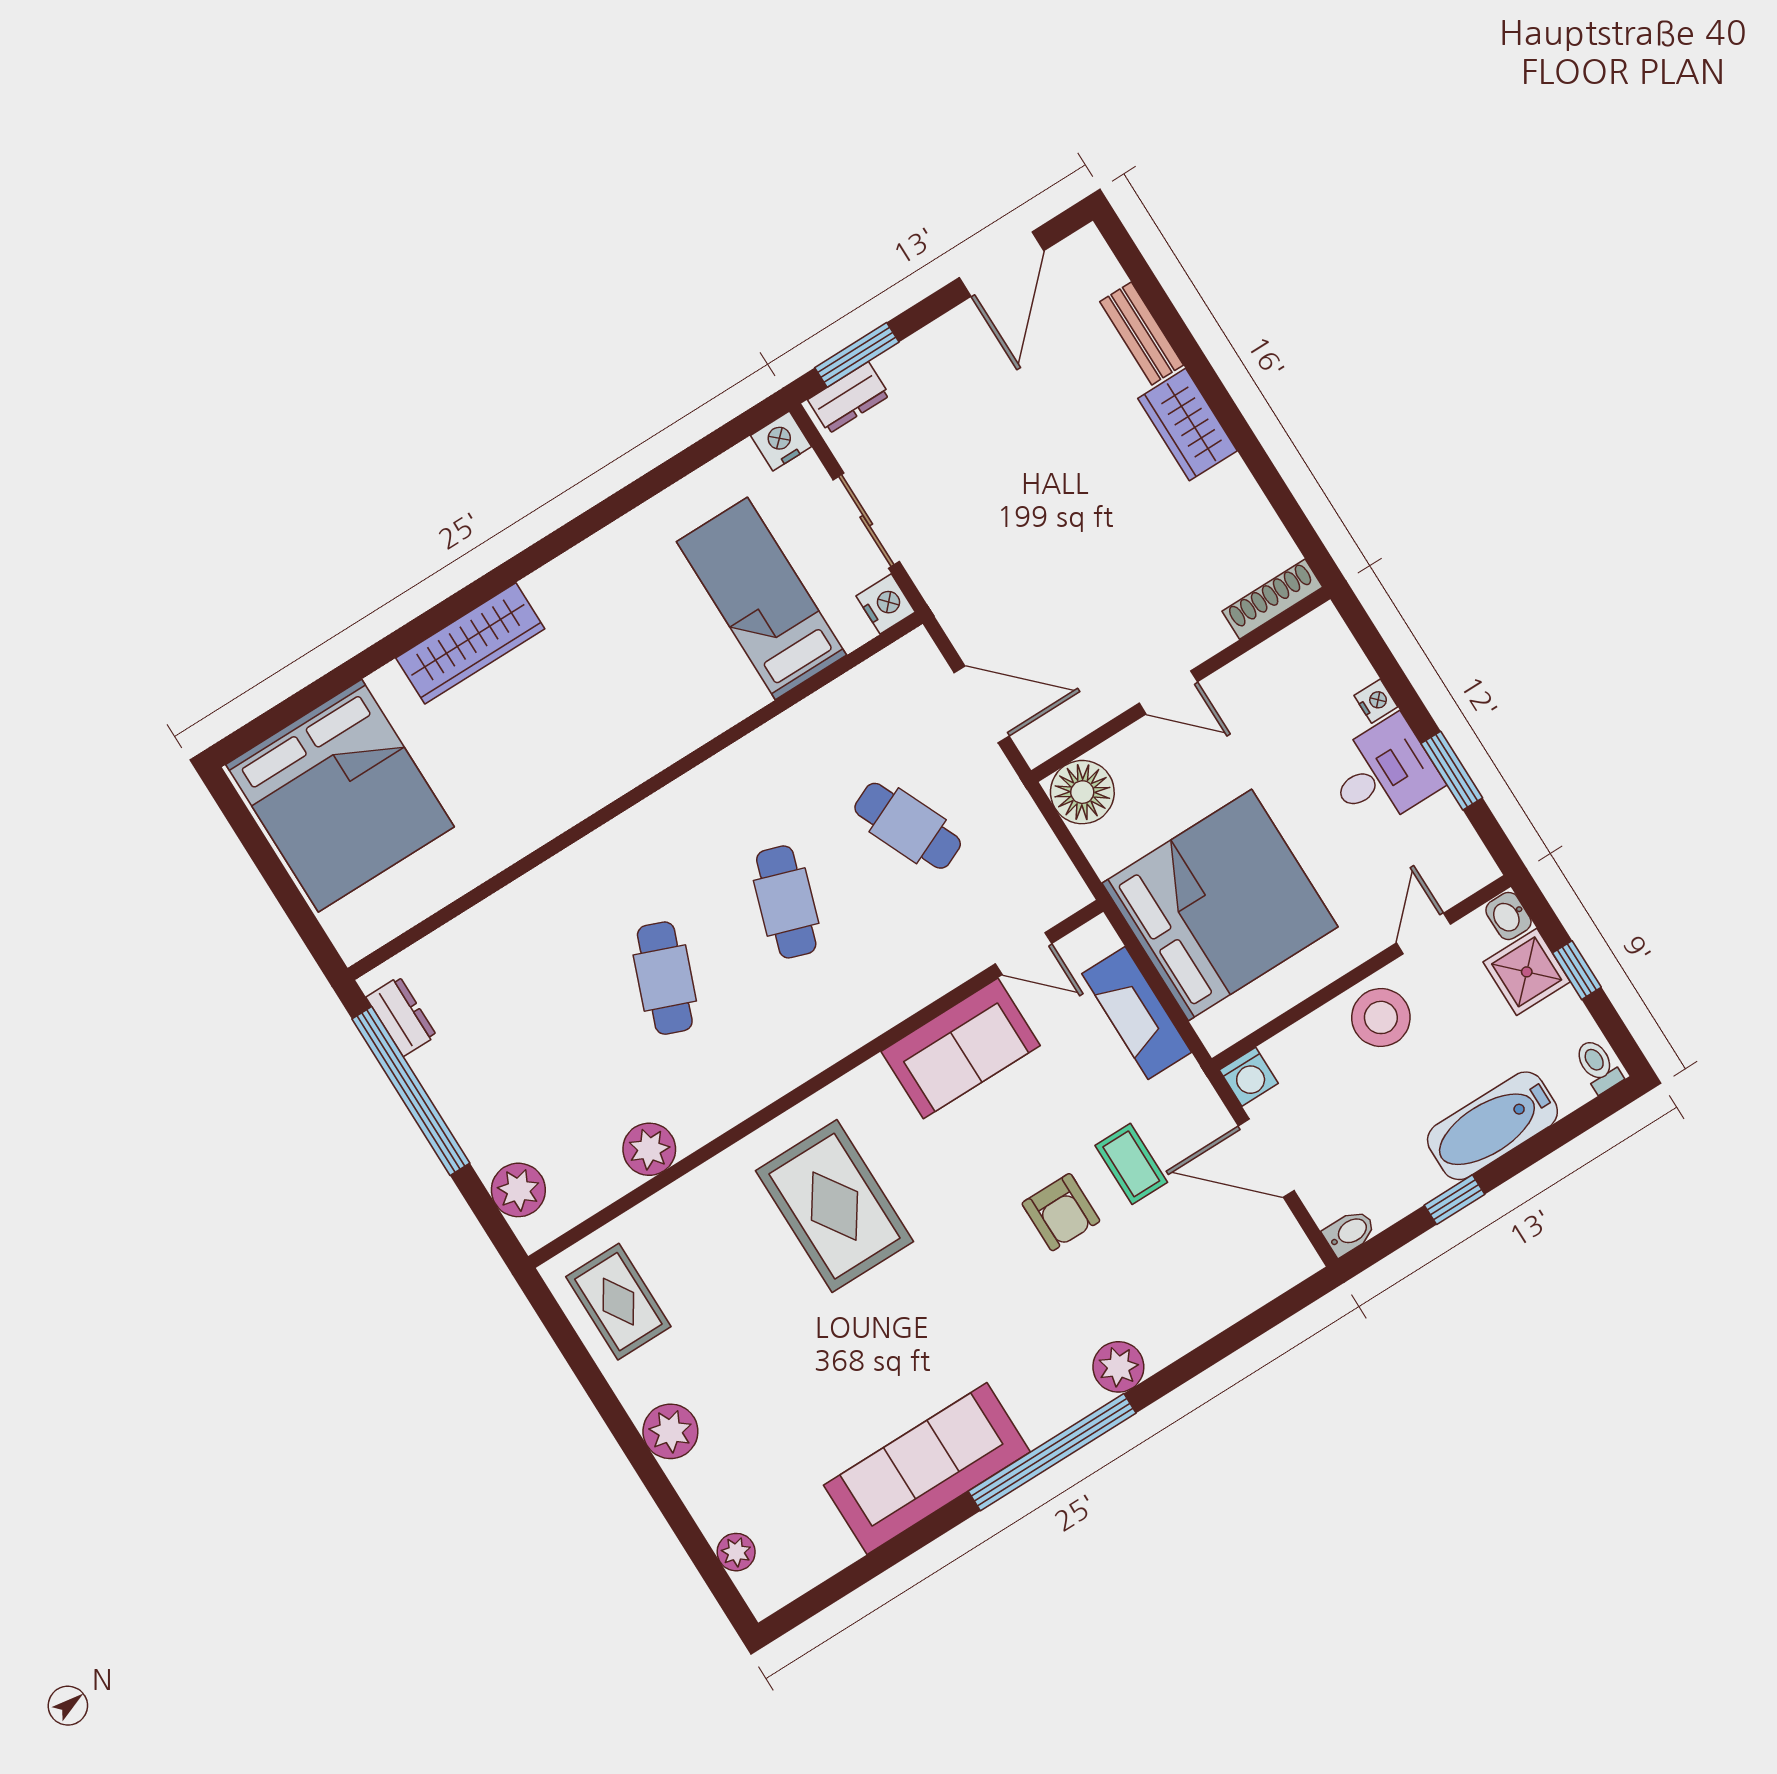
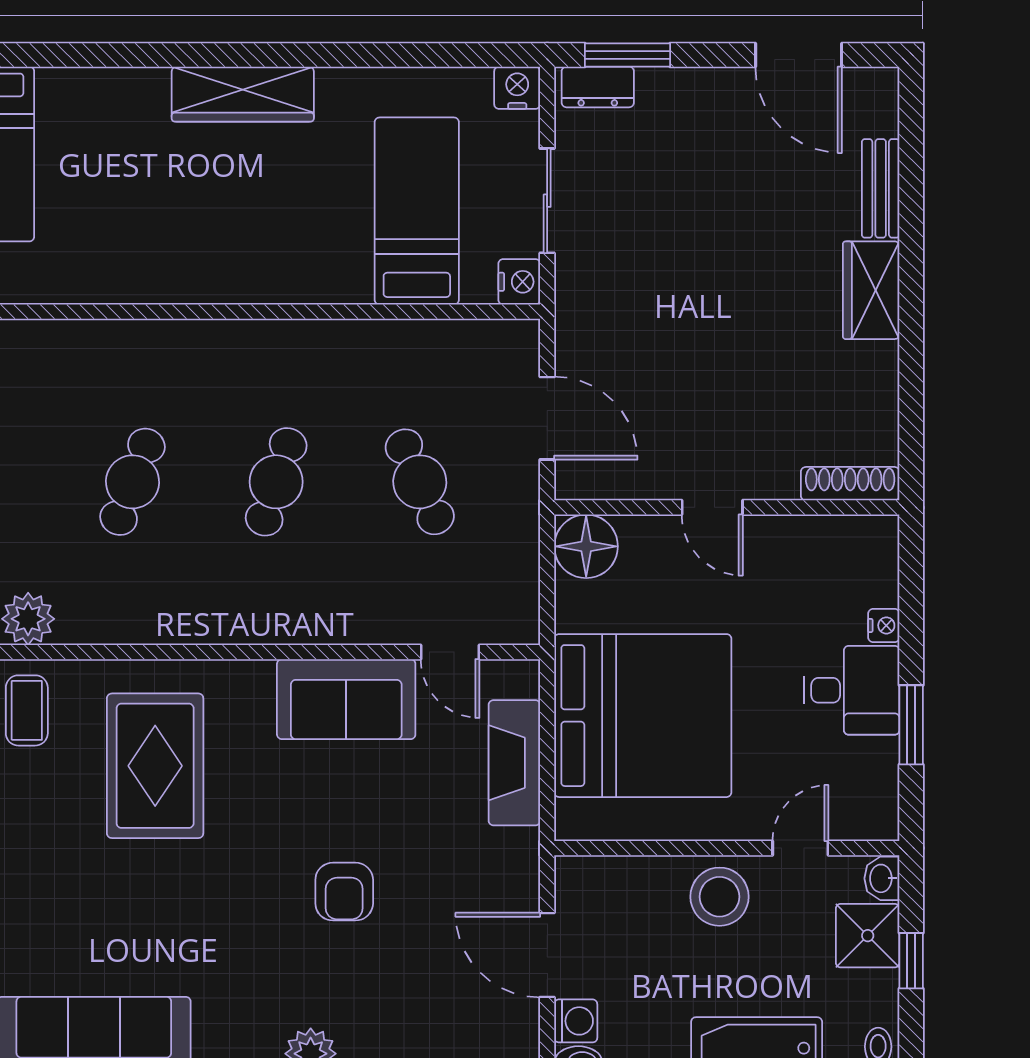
door: (1002, 264) -> (799, 55), hinge flipped
wardrobe: (470, 643) -> (243, 94), moved
washing machine: (1249, 1077) -> (576, 1021), moved, turned -90
coffee table: (1131, 1164) -> (27, 710), moved

